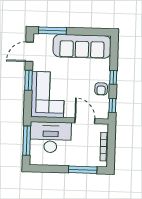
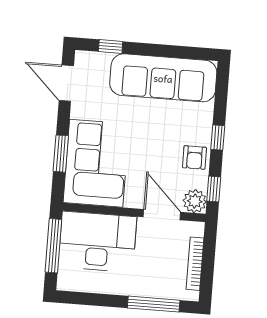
window: (52, 31) -> (111, 46), width x0.46
door: (29, 52) -> (66, 83), hinge flipped
window: (28, 80) -> (61, 154), moved
plant: (102, 113) -> (195, 201), added

